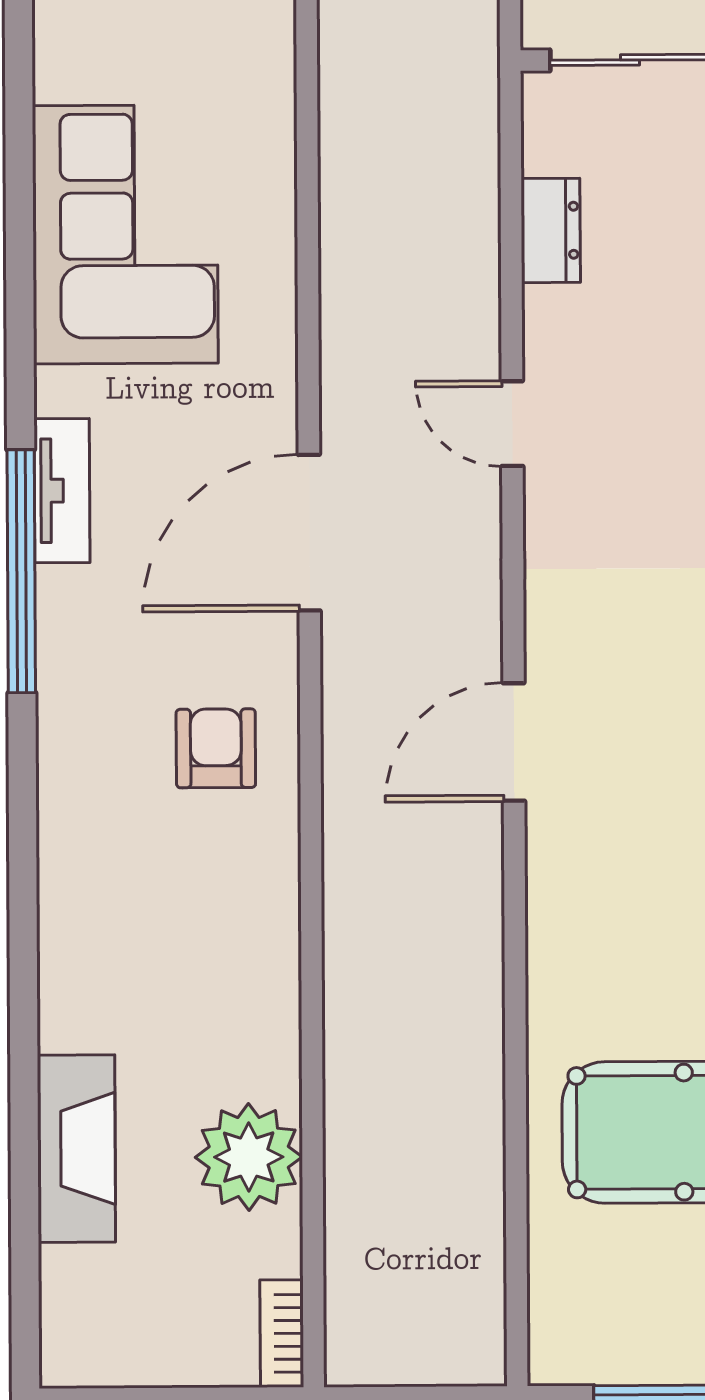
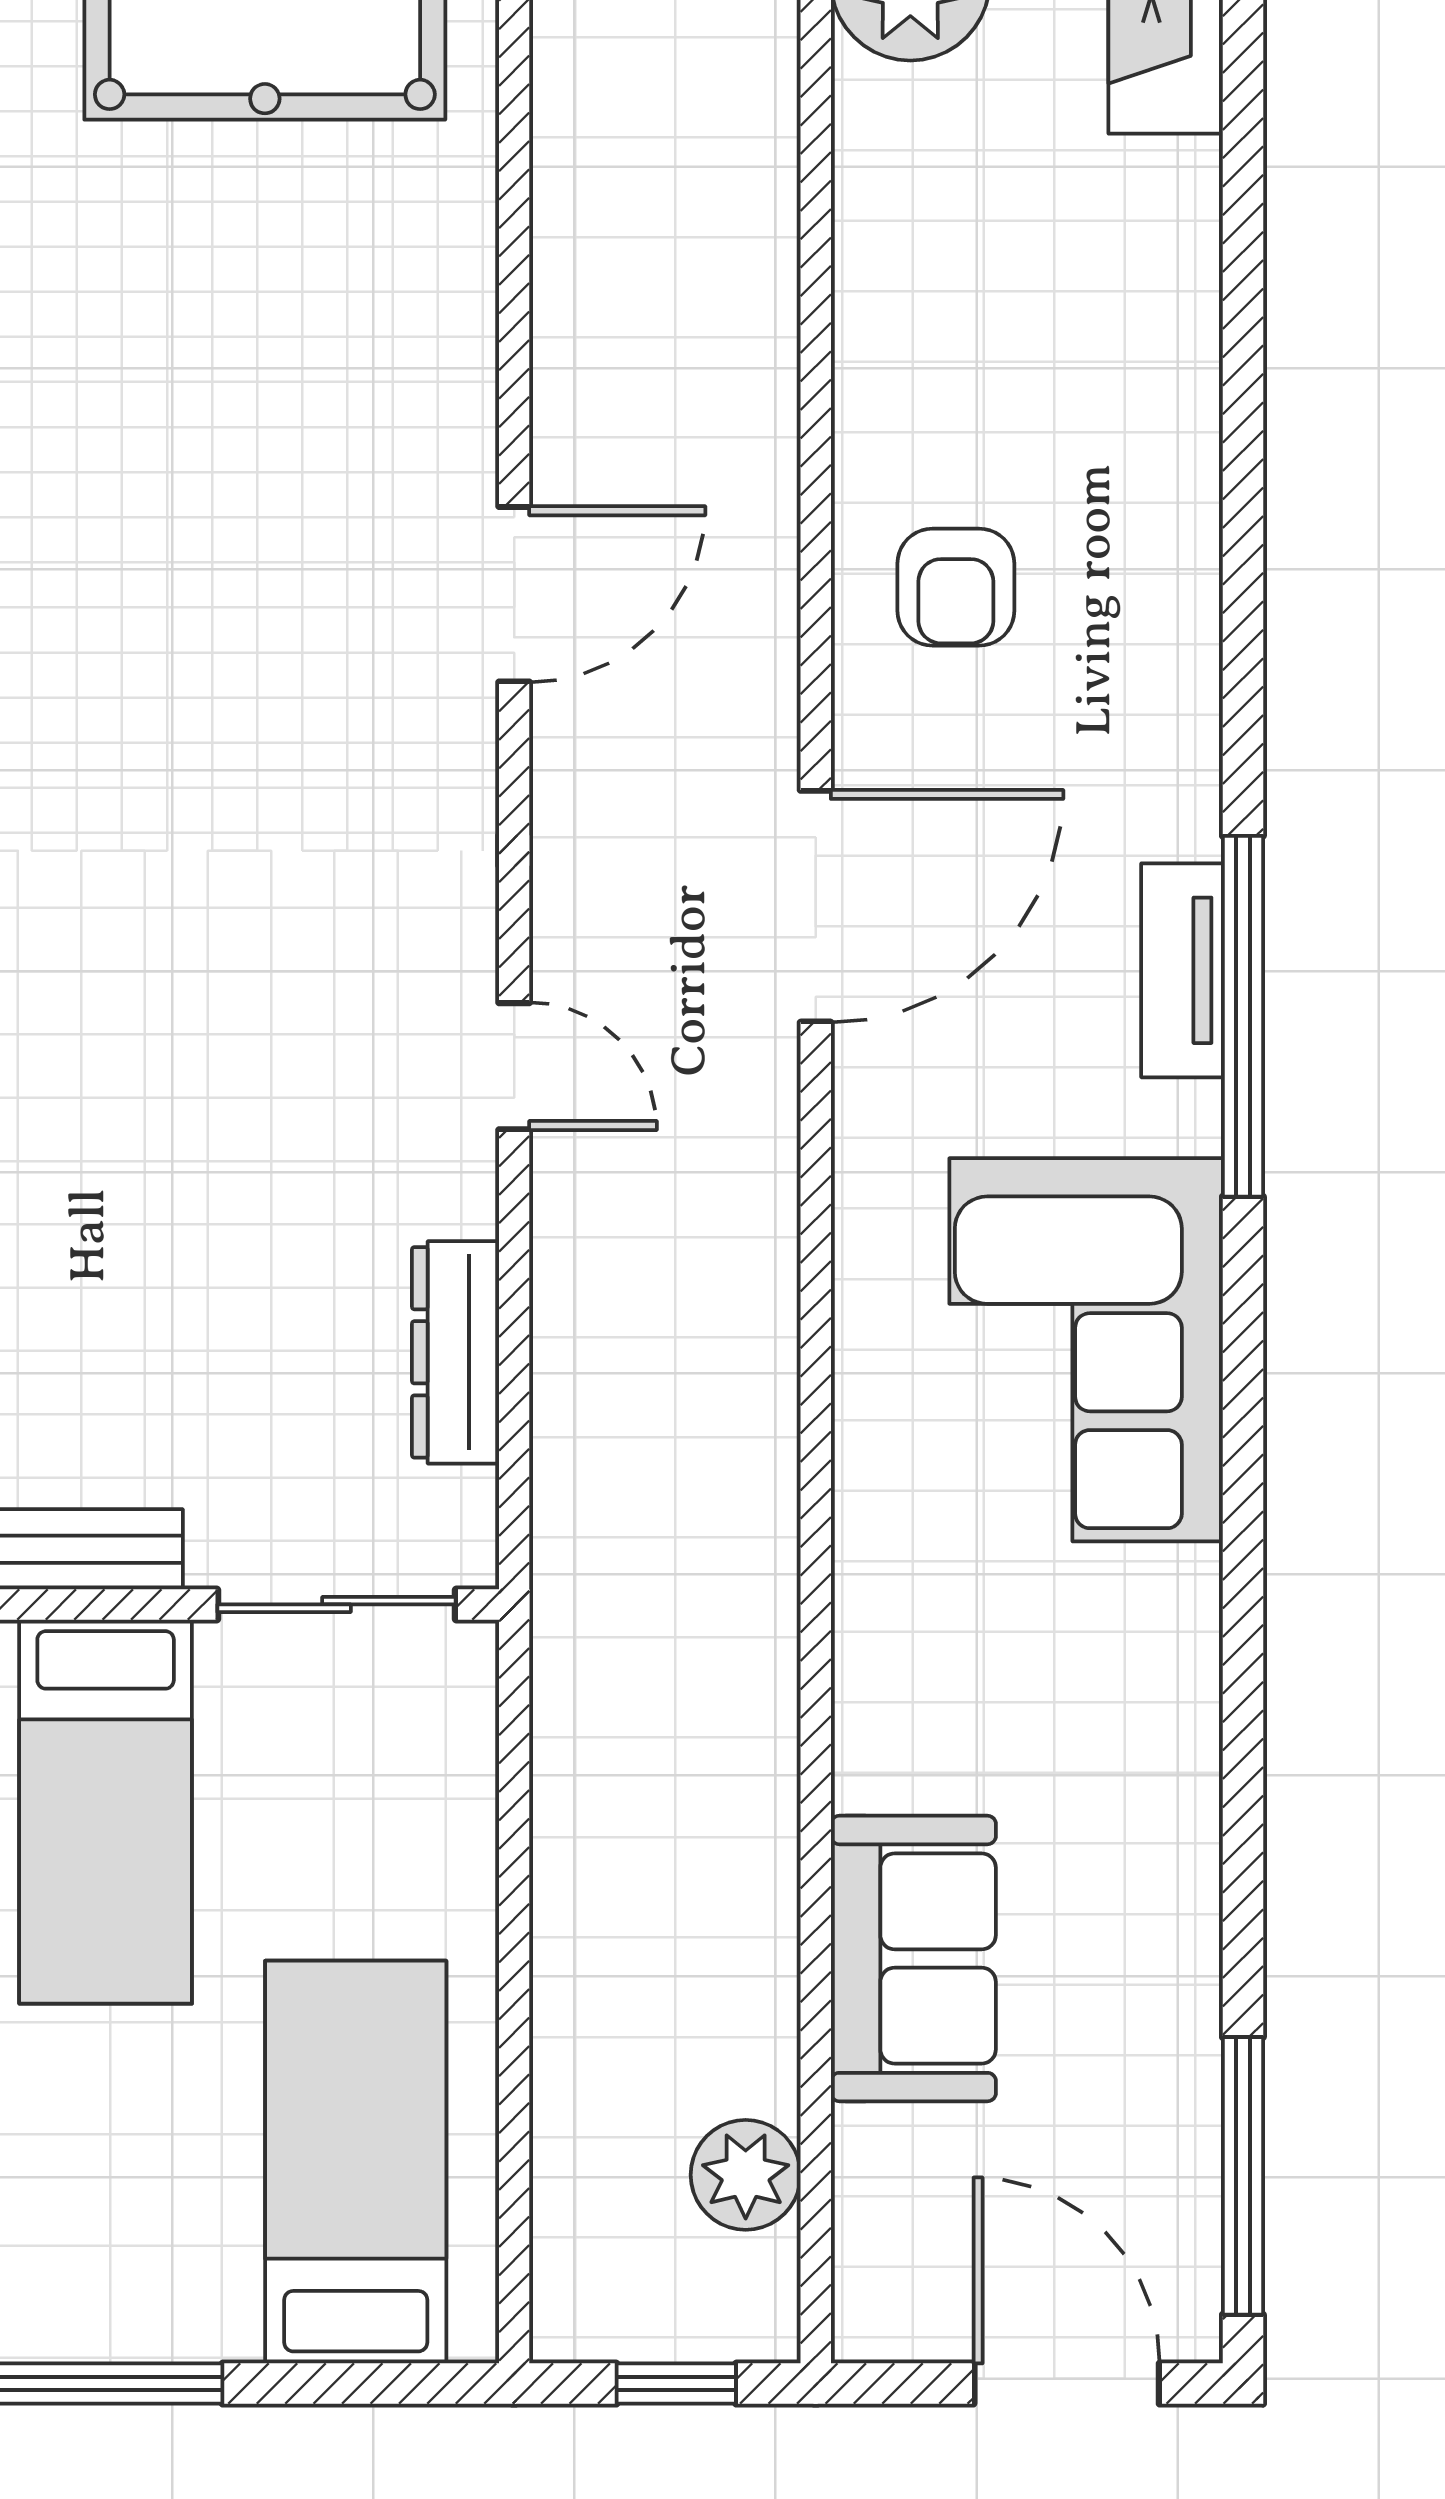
dresser: (551, 230) -> (456, 1352), width x1.44
window: (21, 571) -> (1243, 1016), moved

